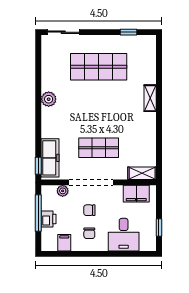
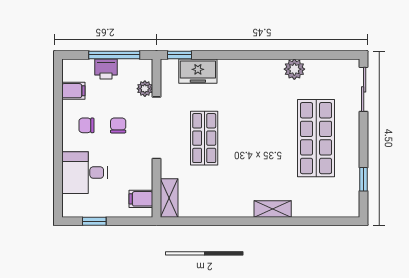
plant: (49, 99) -> (294, 69), moved
freezer: (50, 158) -> (198, 71), width x0.71
filing cabinet: (136, 194) -> (141, 199), width x0.50

